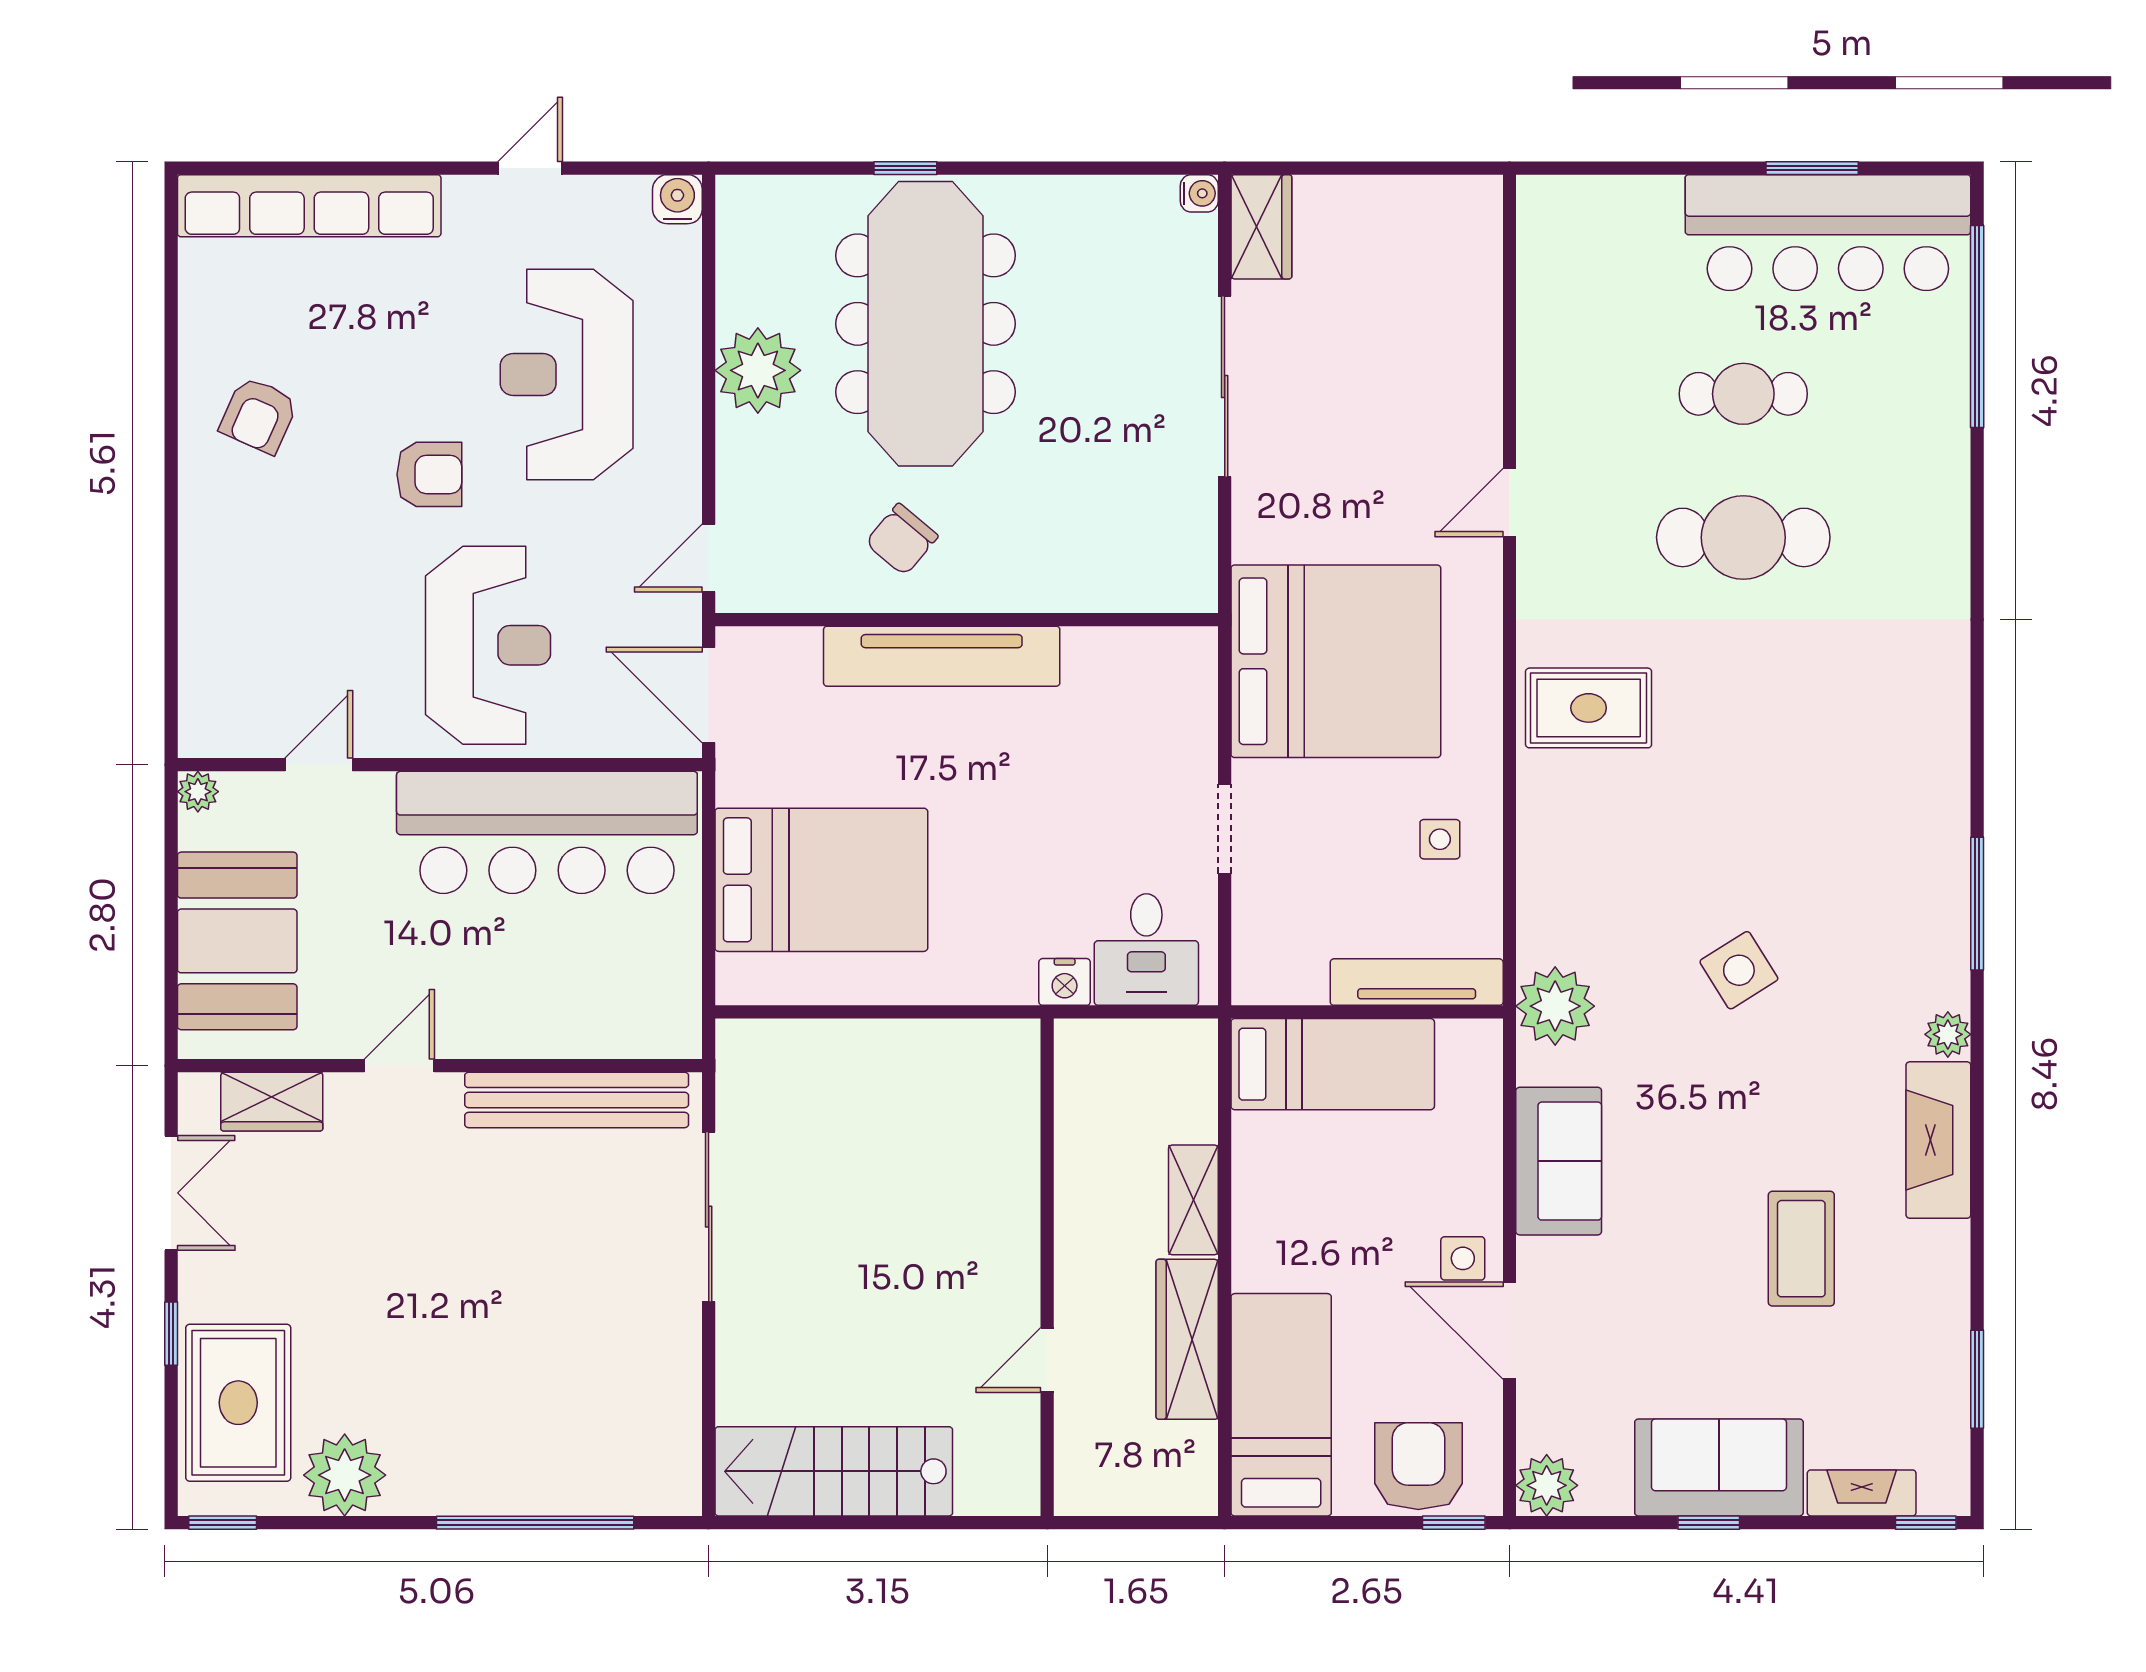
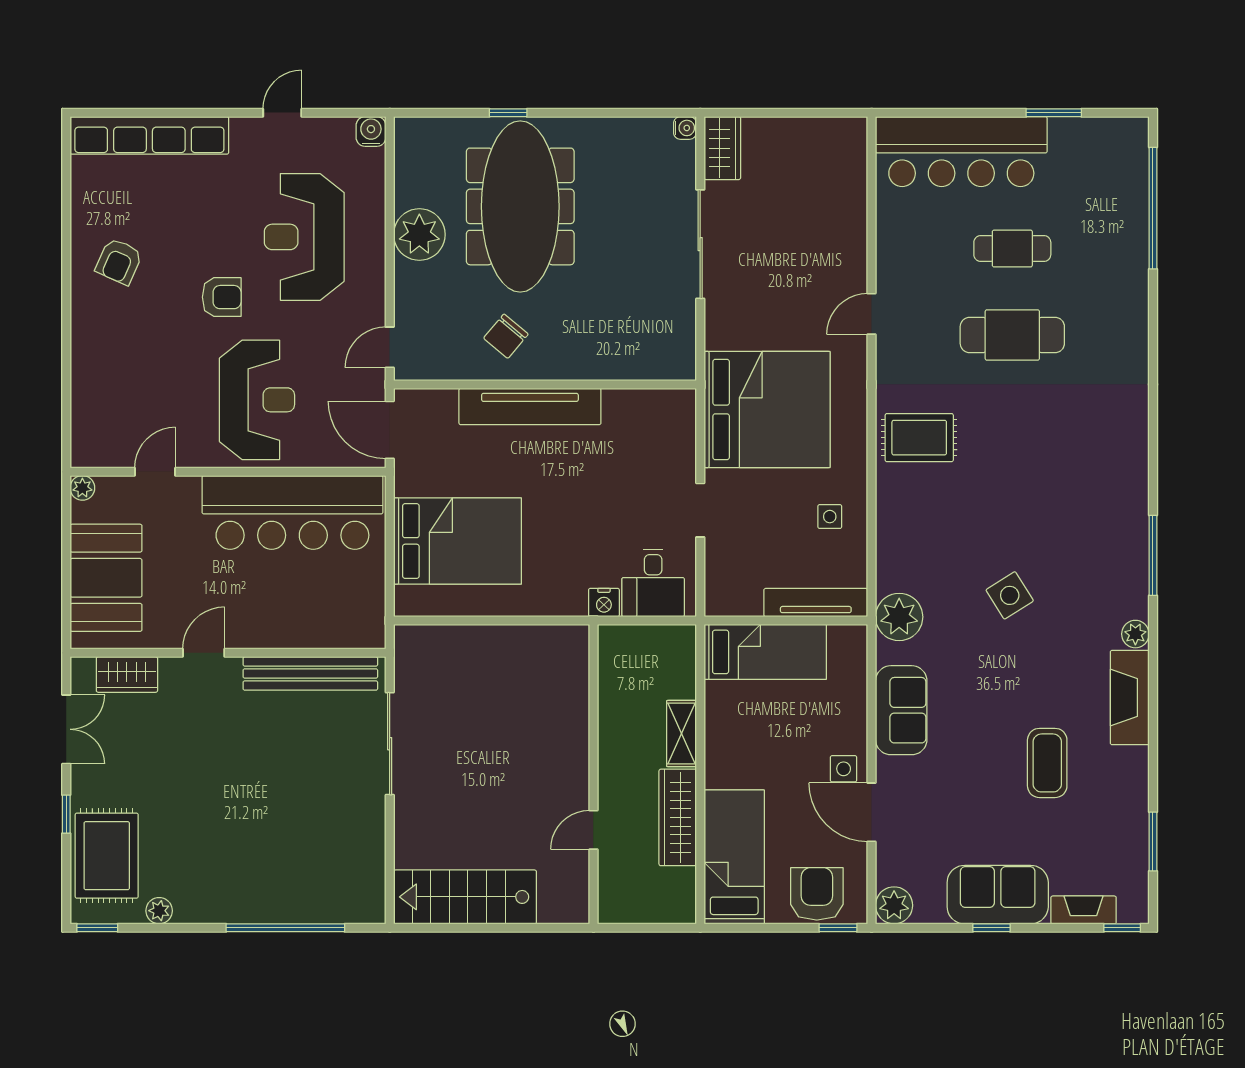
bar counter: (1828, 233) -> (961, 152), moved
plant: (345, 1475) -> (159, 911), width x0.53, depth x0.53

